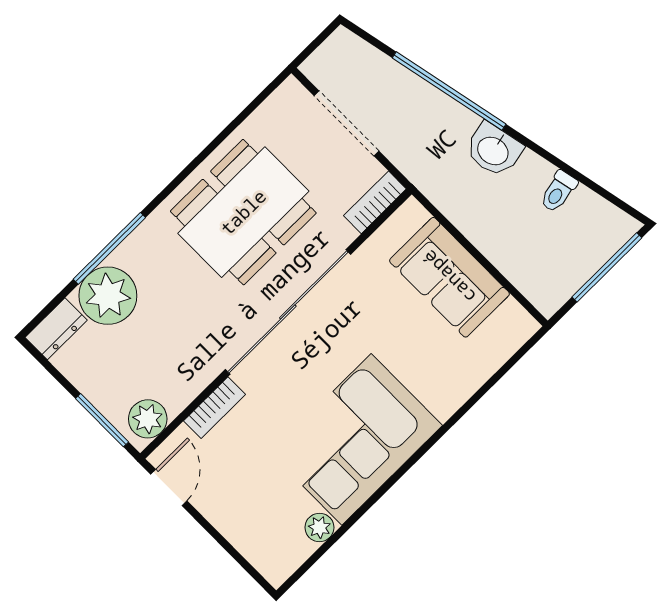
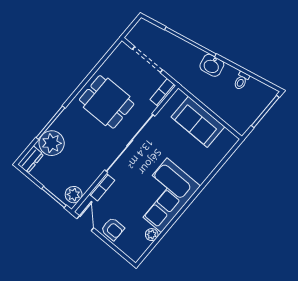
dining table: (243, 212) -> (107, 102), width x0.73
armchair: (230, 506) -> (113, 229), added

